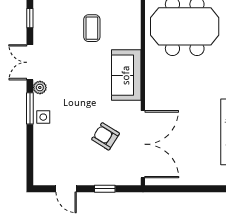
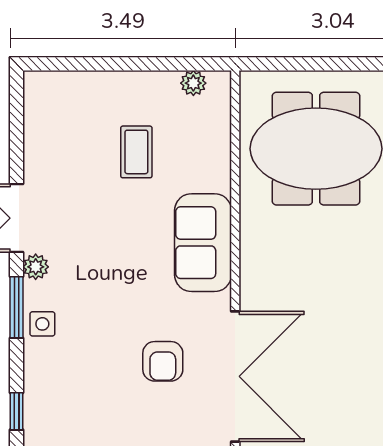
window: (30, 18) -> (16, 411), moved
armchair: (106, 136) -> (163, 361), turned -122

